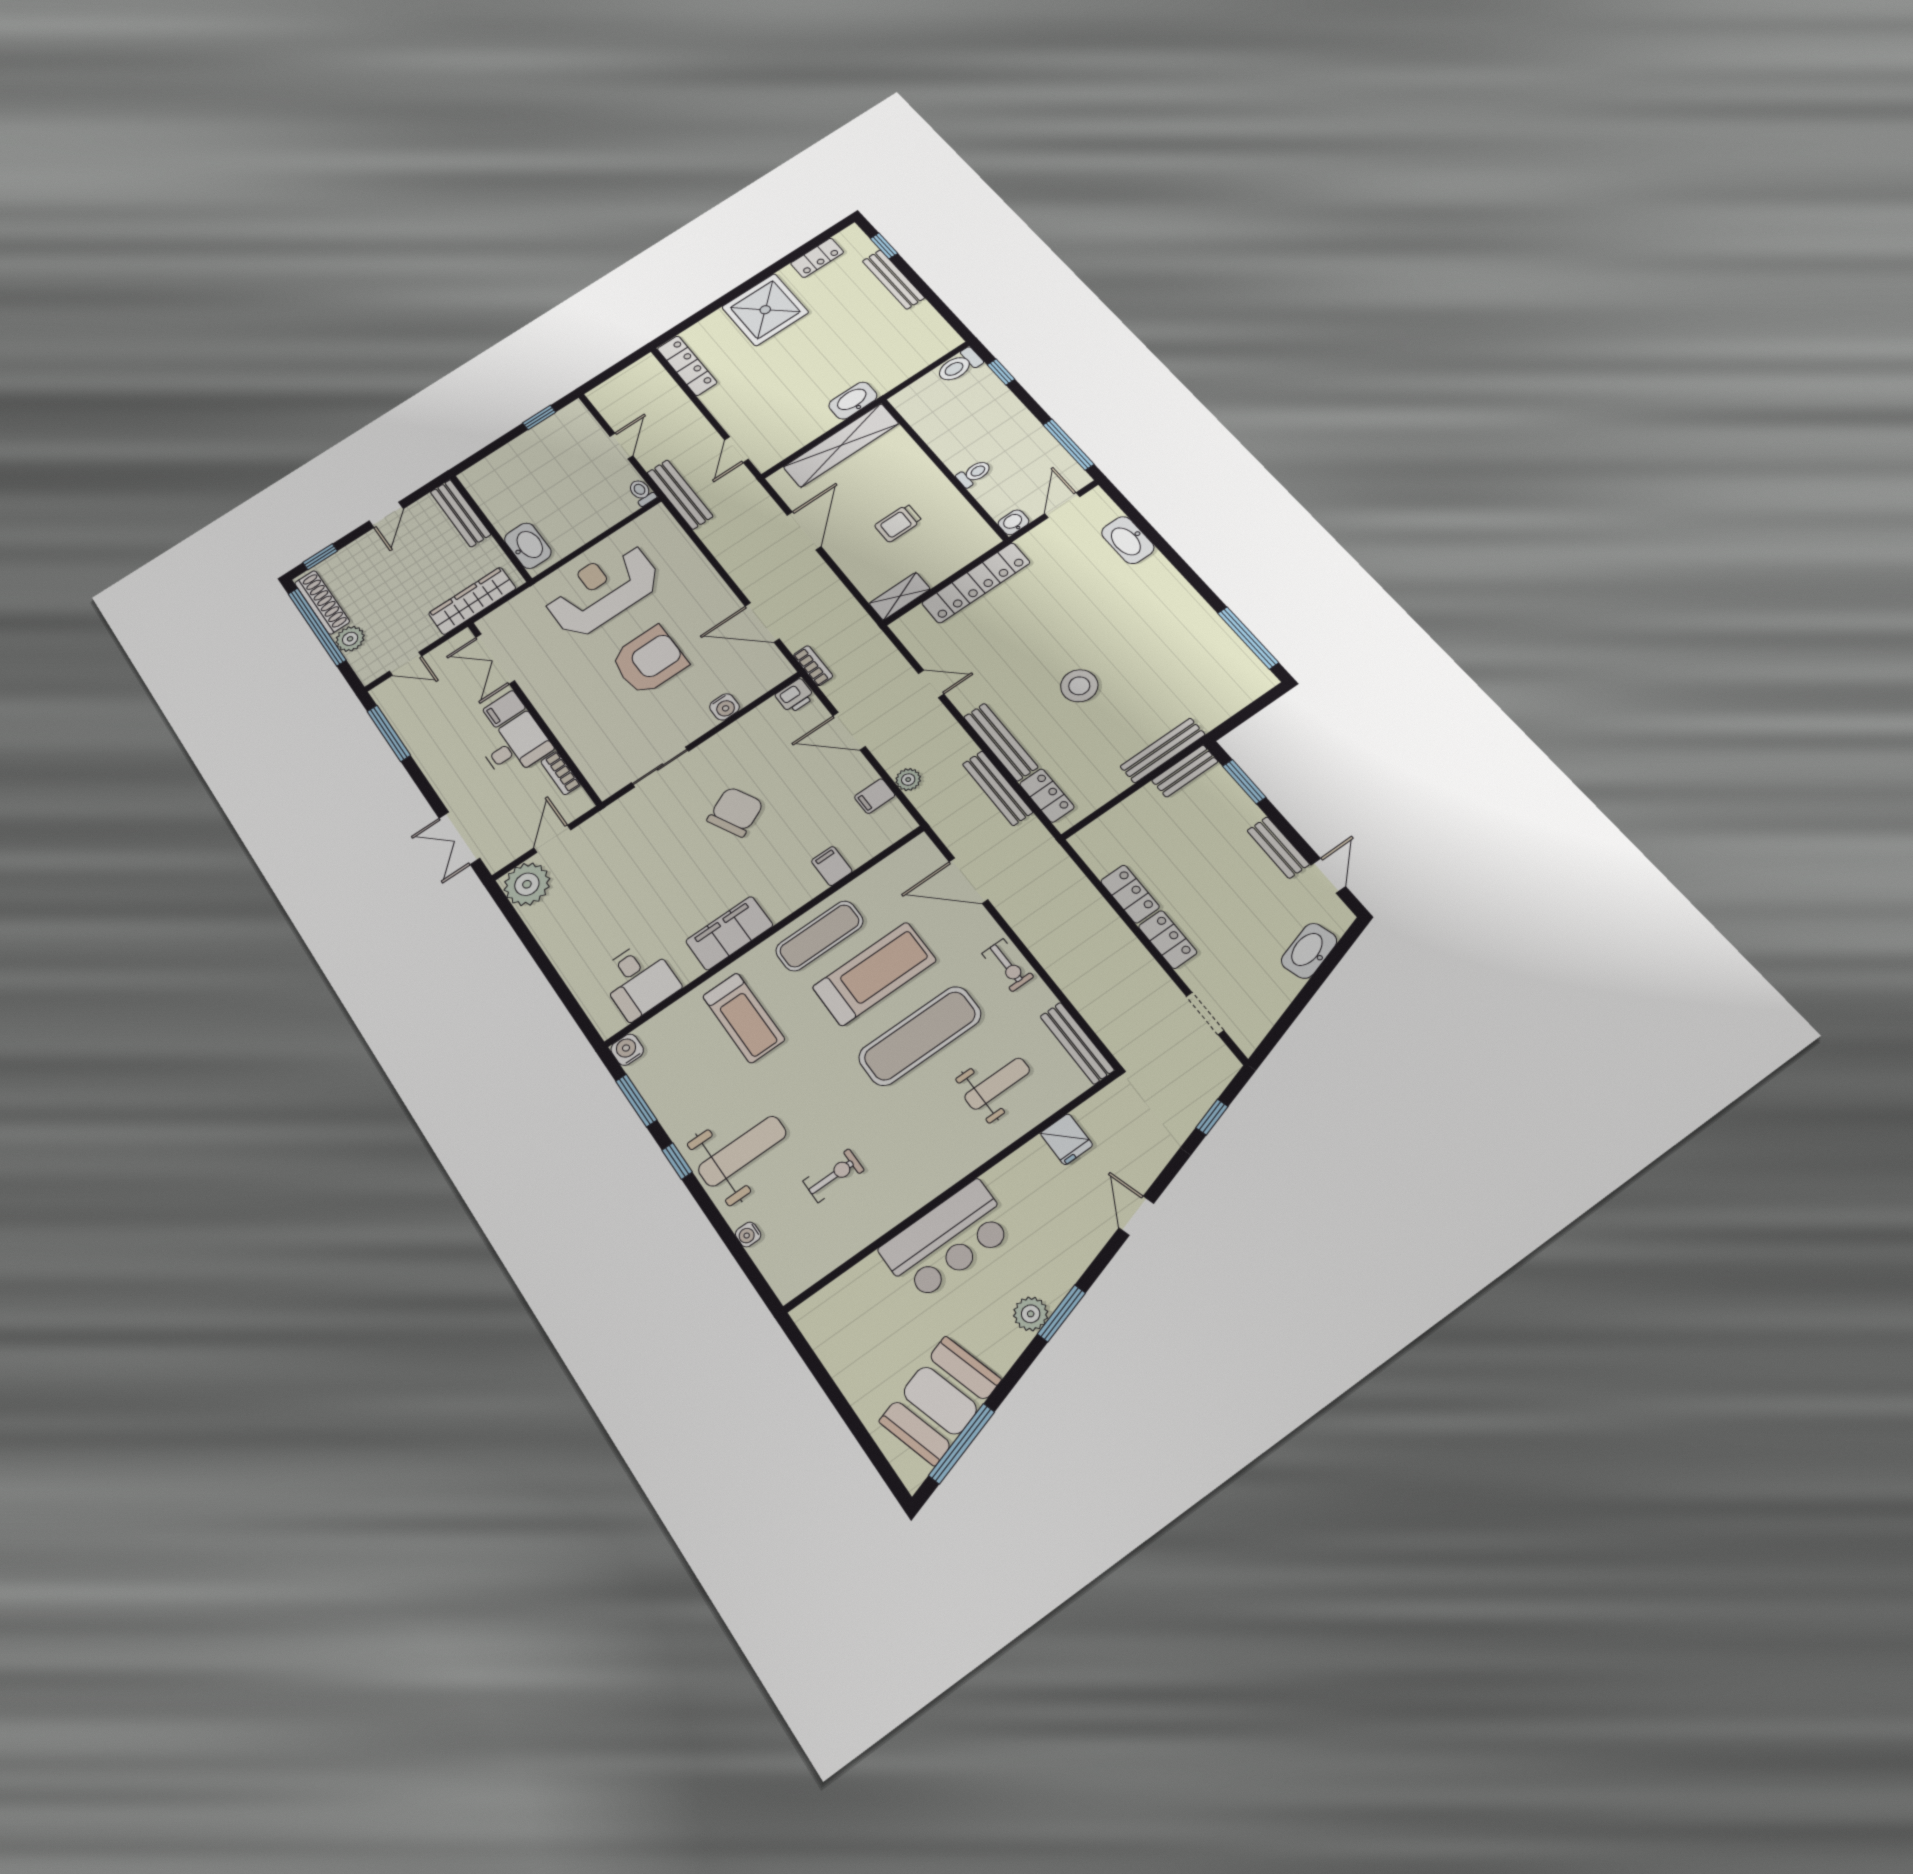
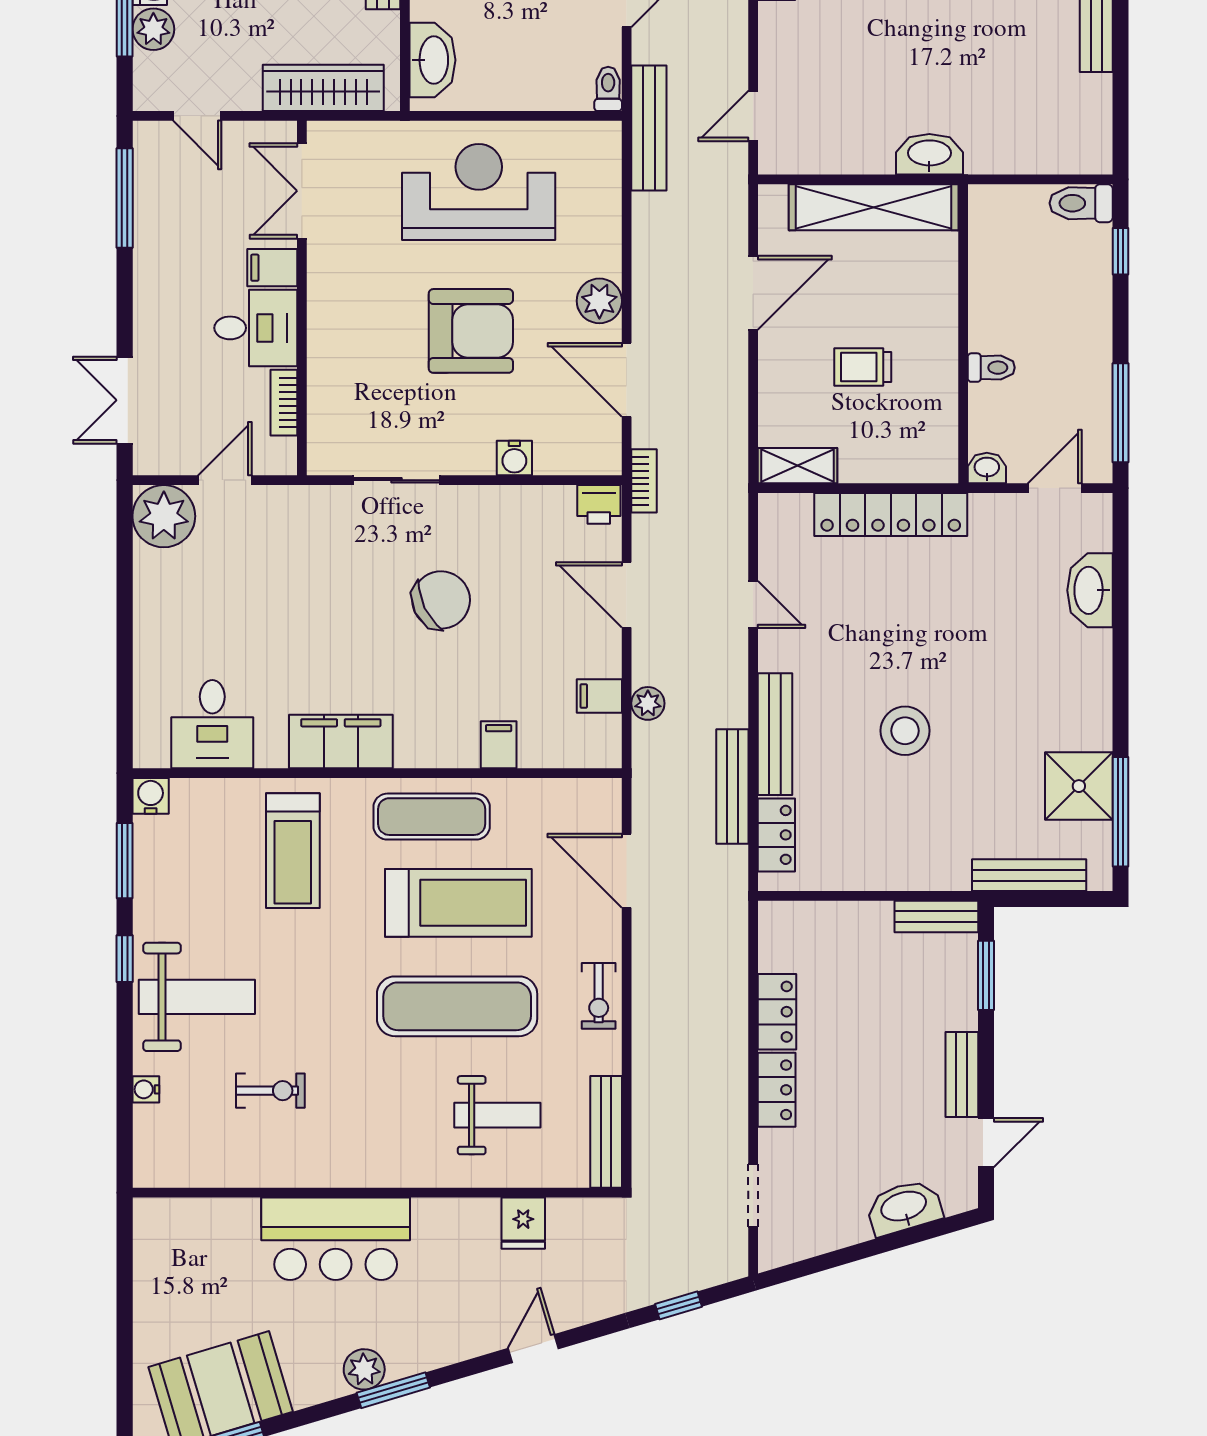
plant: (715, 595) -> (599, 301), added
shower: (1211, 642) -> (1079, 786), added
bench: (1163, 750) -> (1029, 875), moved

